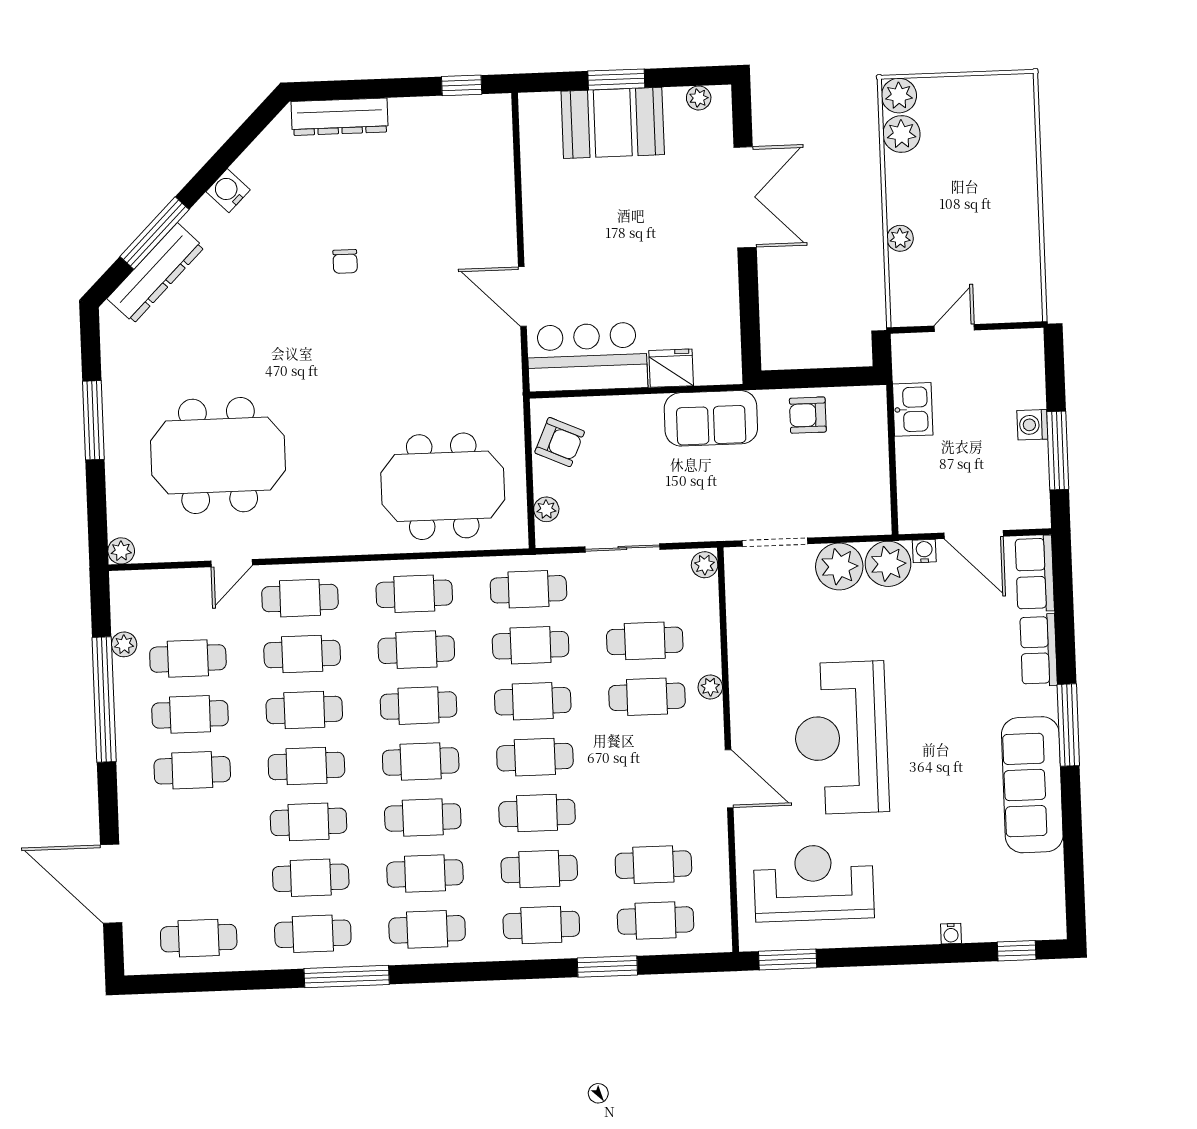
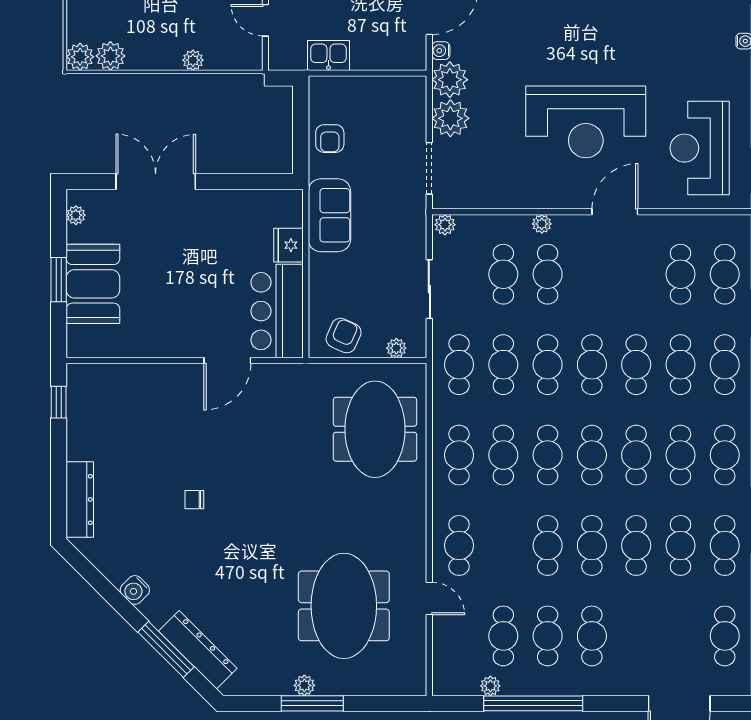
chair: (345, 261) -> (194, 500), turned 180
plant: (121, 551) -> (304, 685), moved
cafe table: (302, 654) -> (503, 545), removed

